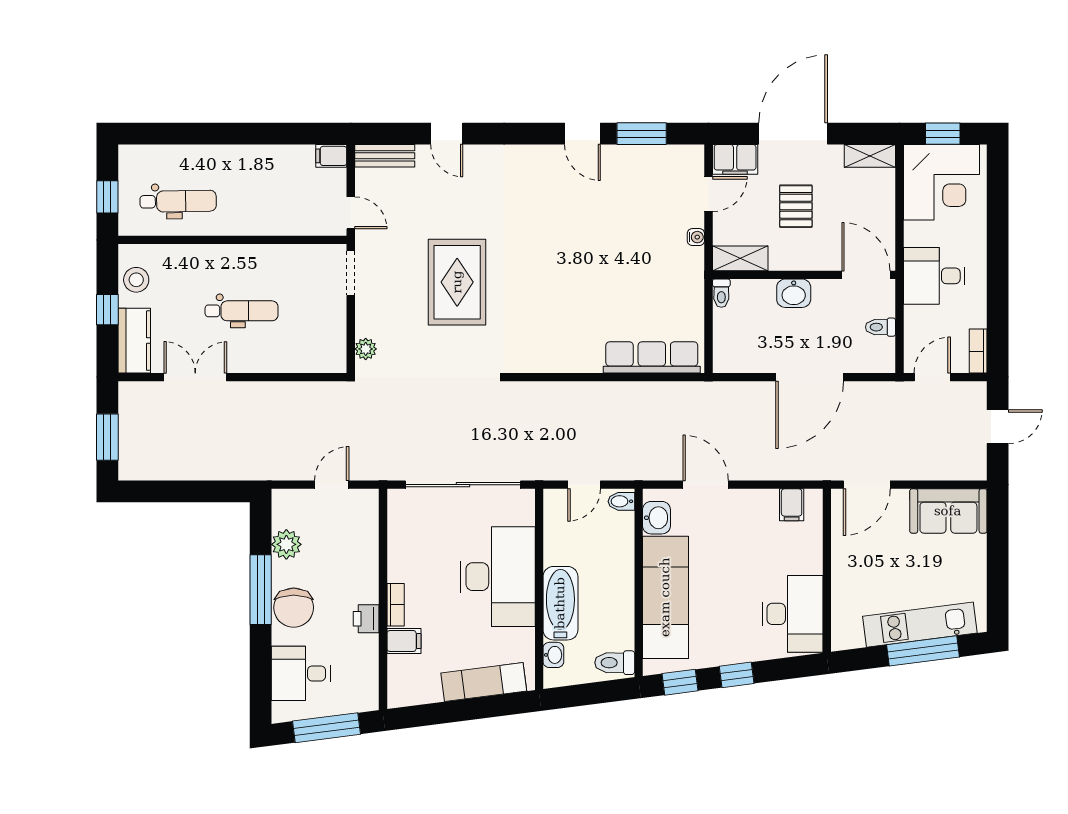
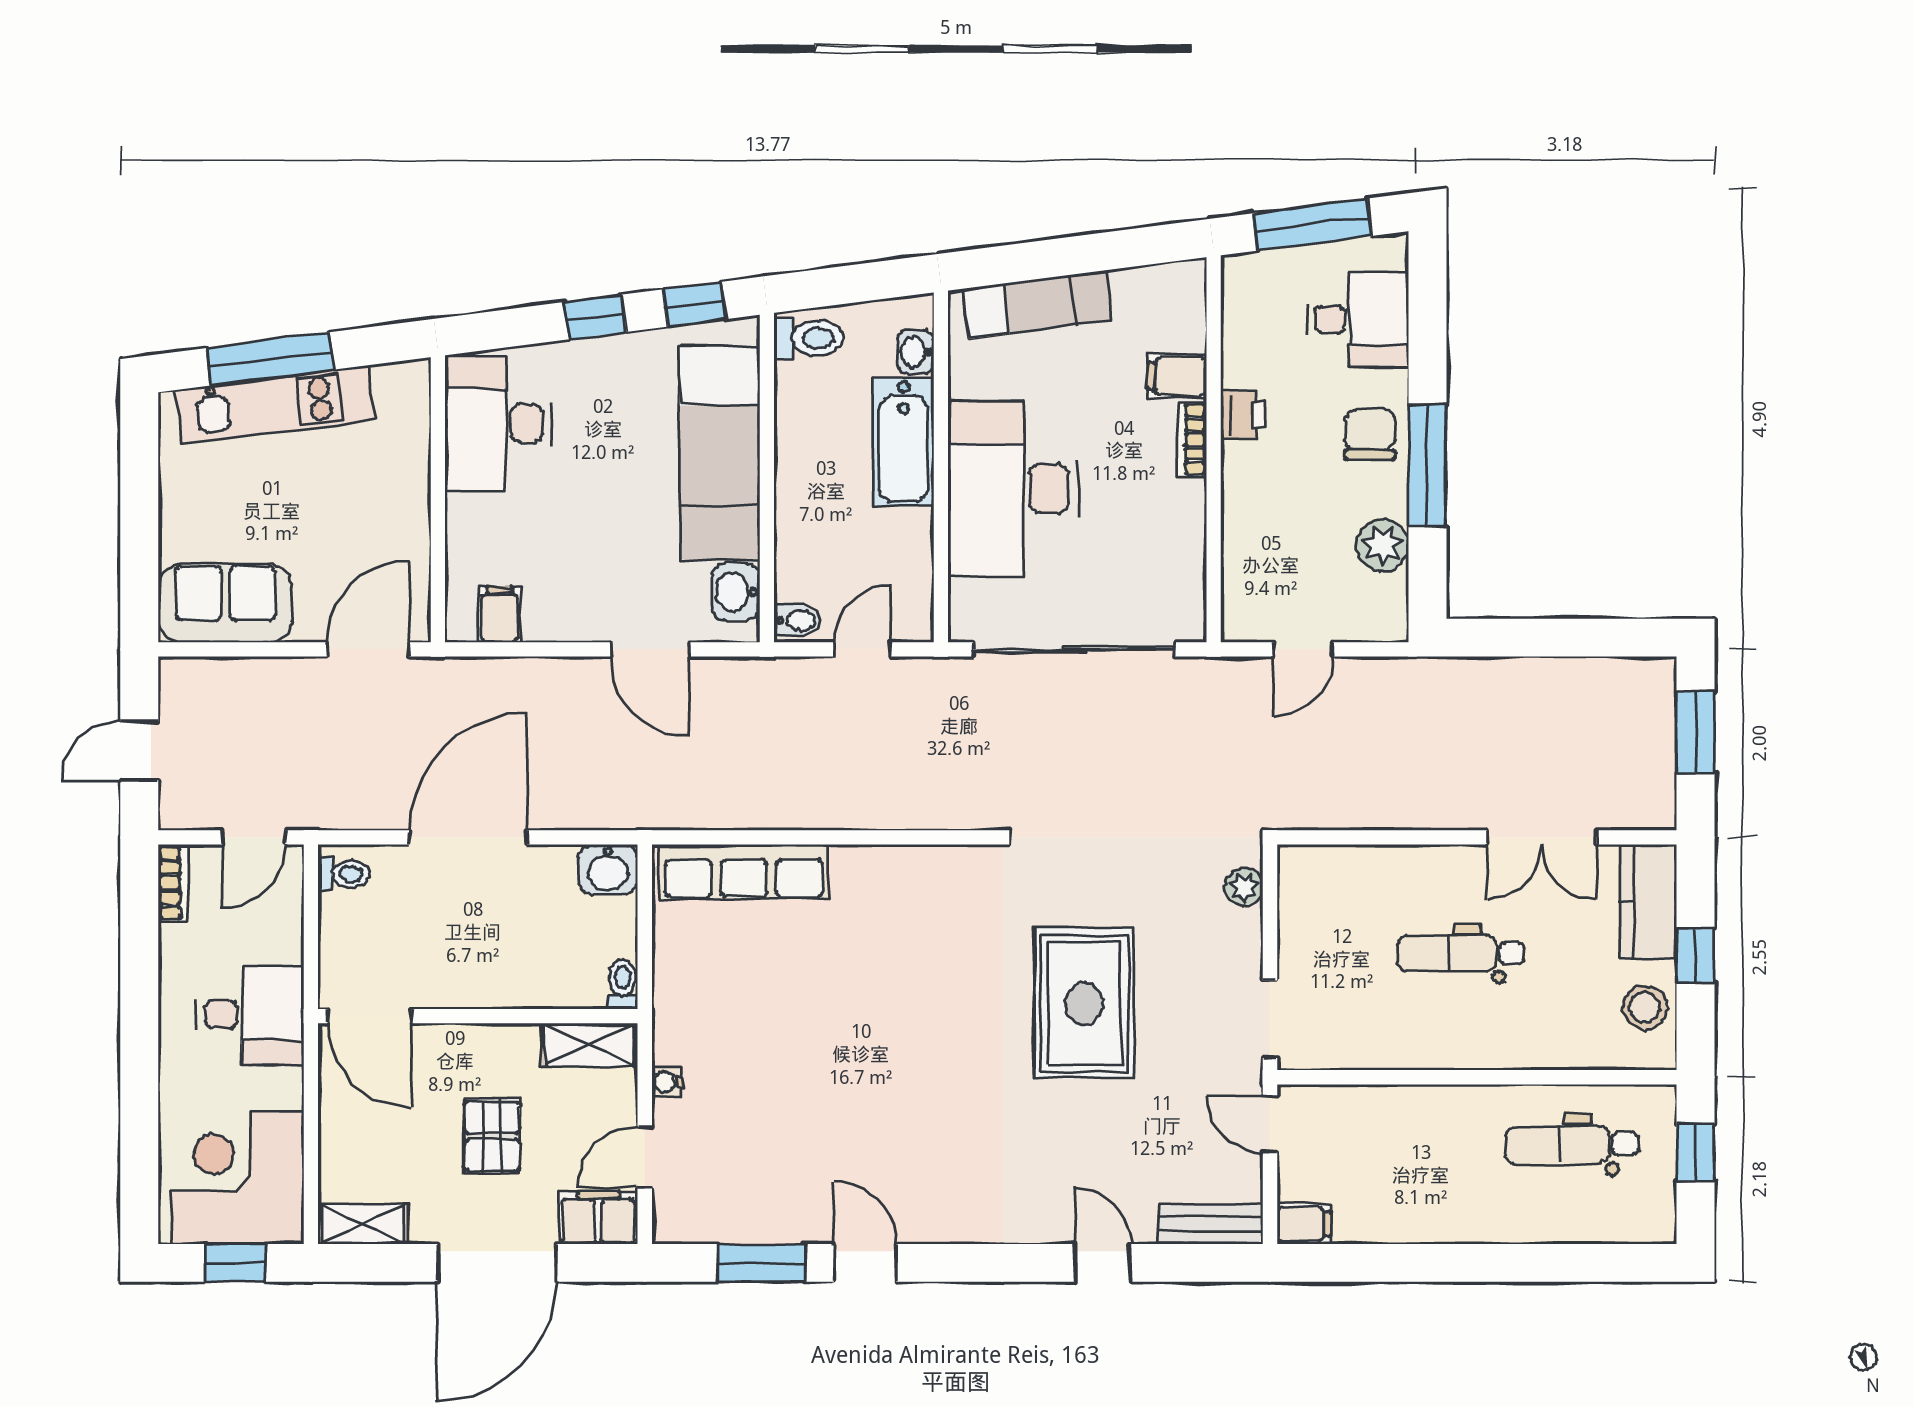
washbasin: (794, 293) -> (608, 870), moved, turned 180
toilet: (880, 327) -> (344, 874), moved
chair: (294, 608) -> (1370, 434), width x0.73, depth x0.73

